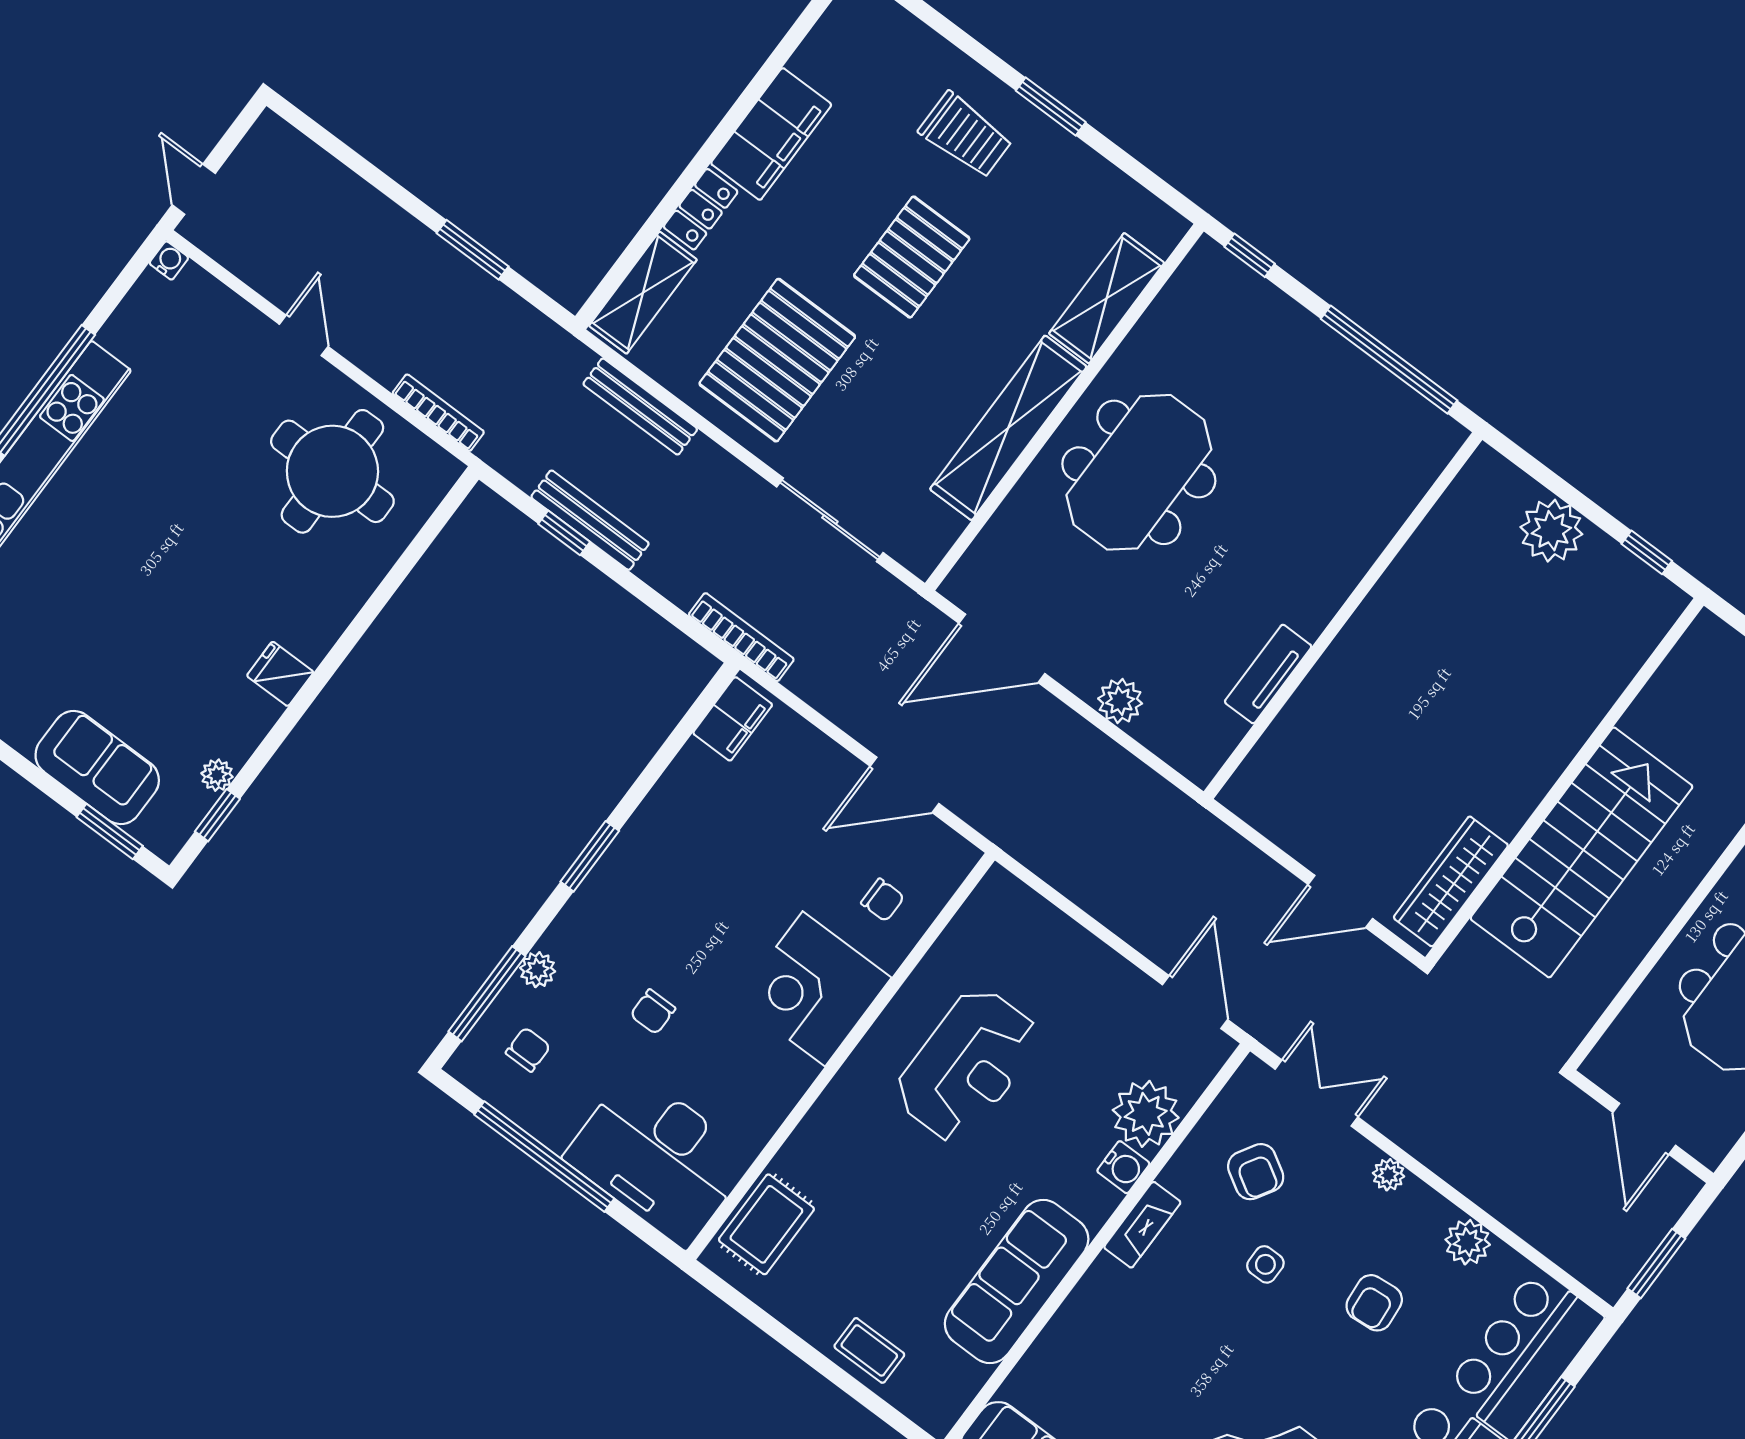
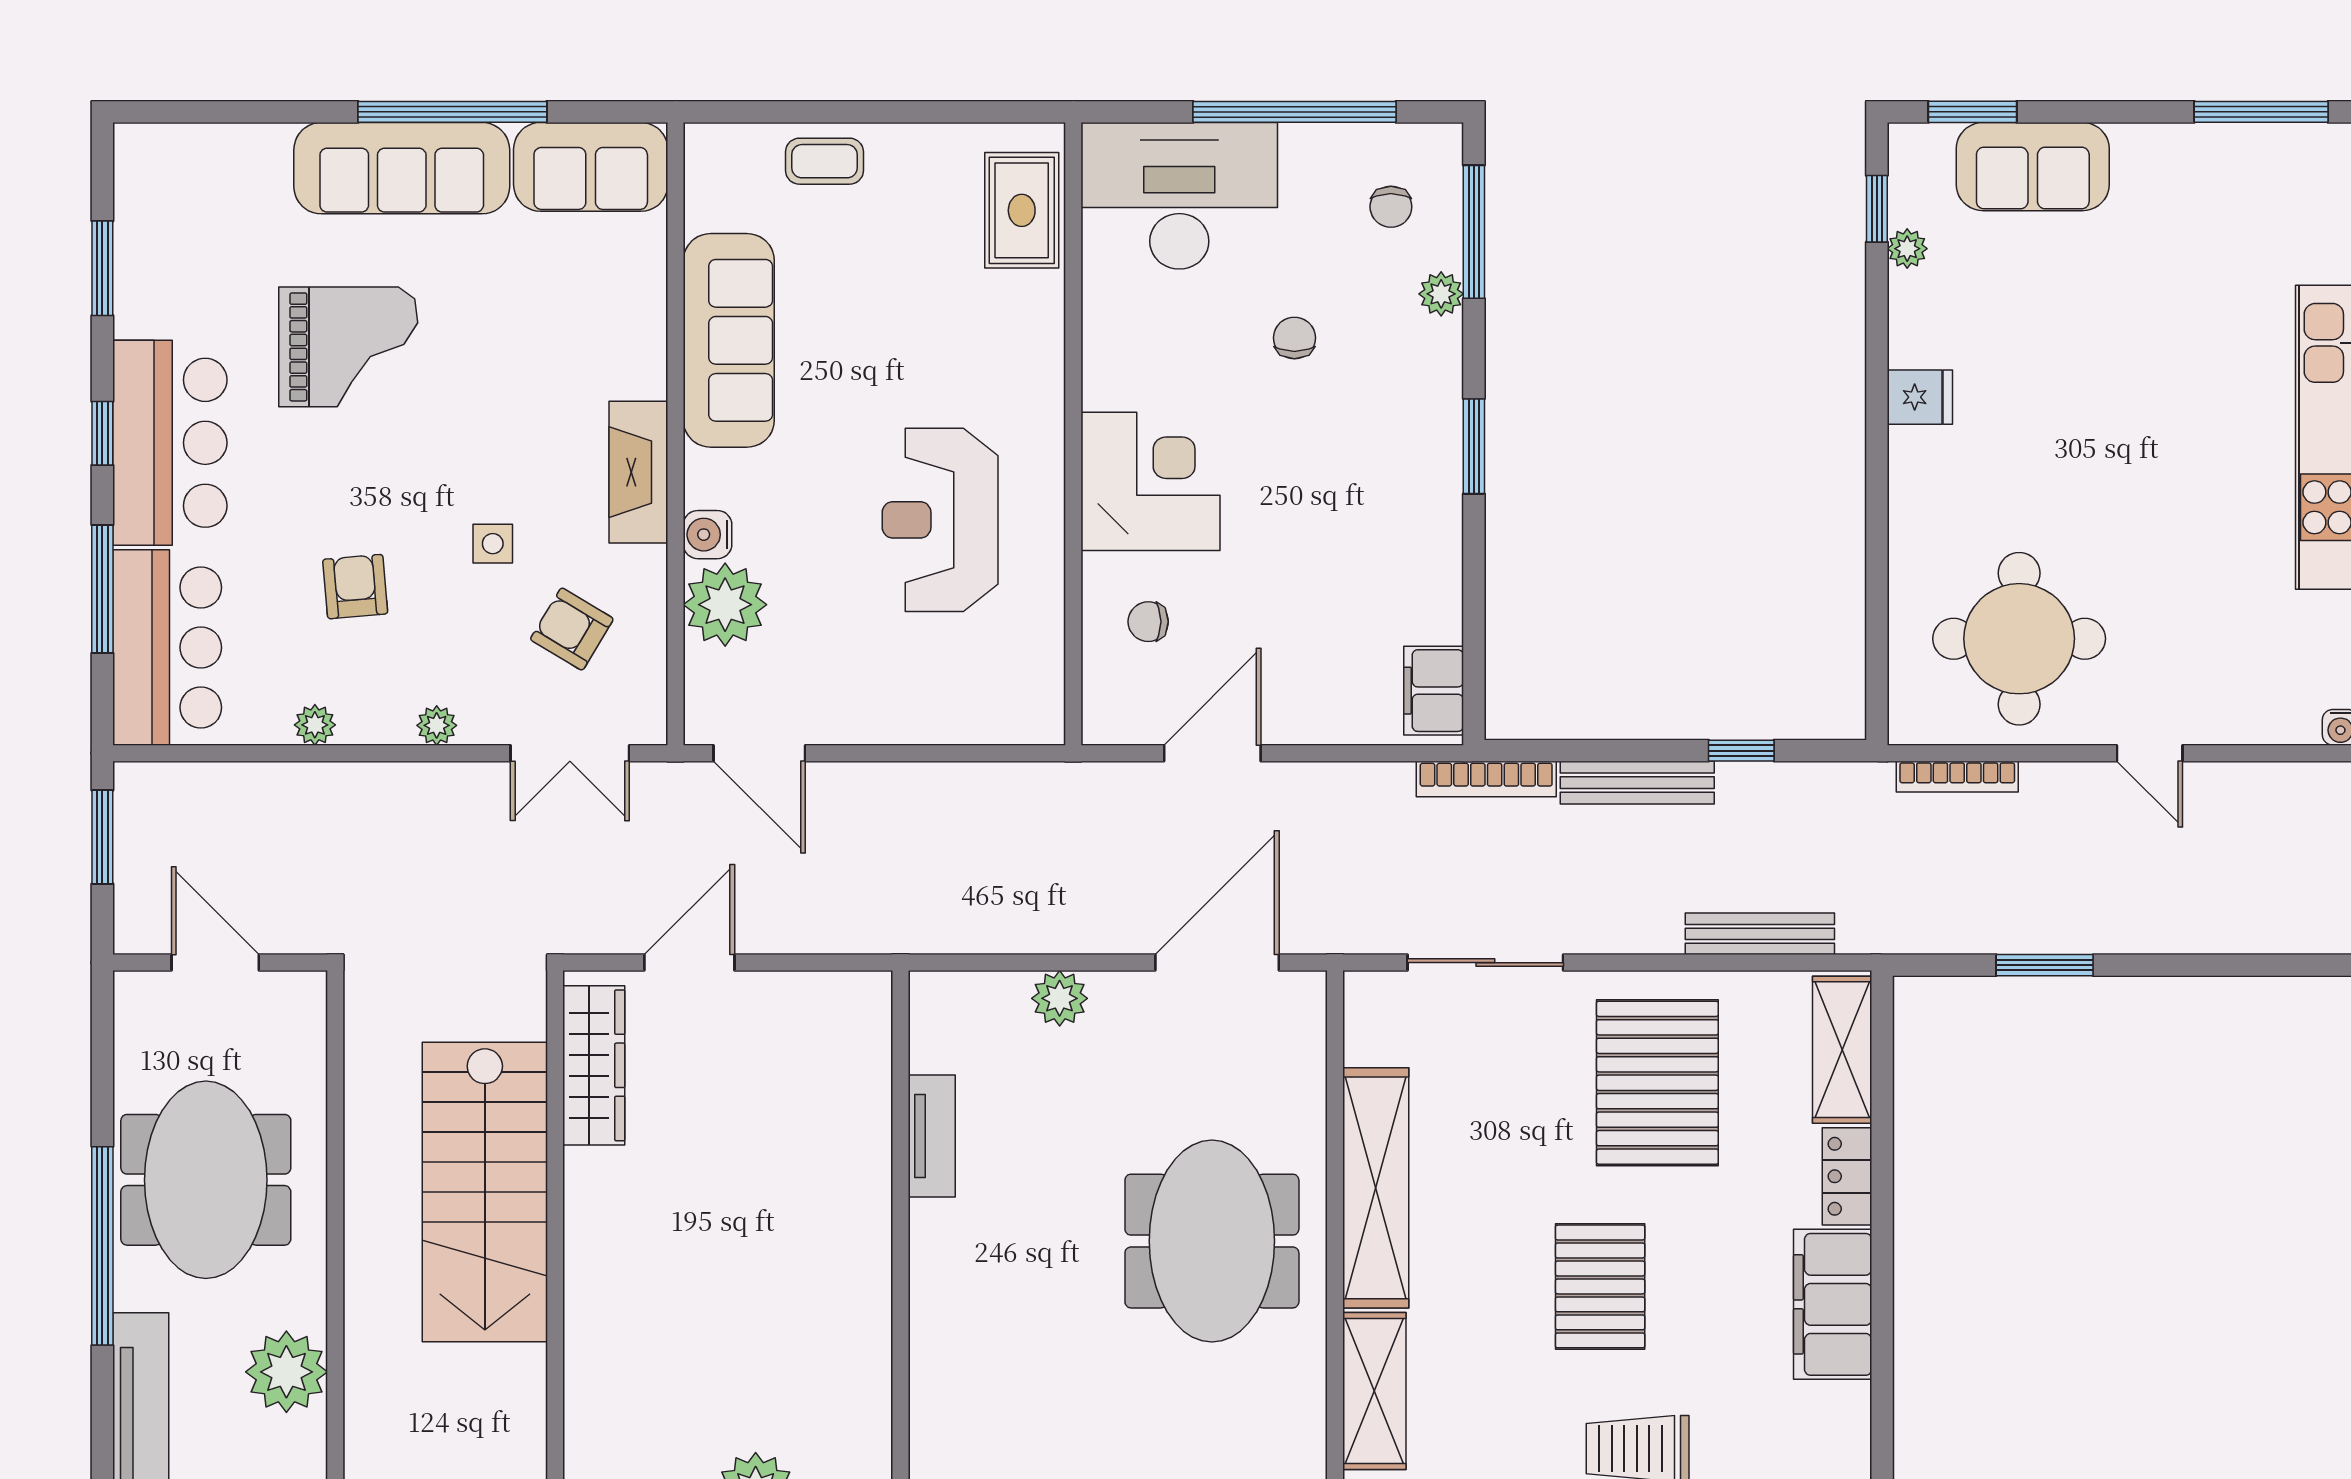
bench: (590, 520) -> (1637, 783), moved
fireplace: (1142, 1225) -> (638, 472), width x1.37, depth x1.32
plant: (1468, 1242) -> (315, 725), width x0.73, depth x0.73

